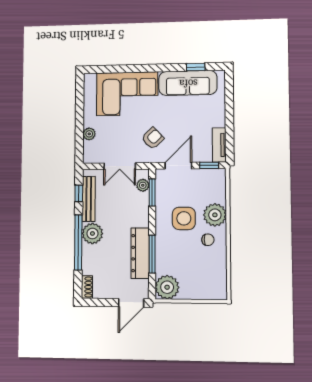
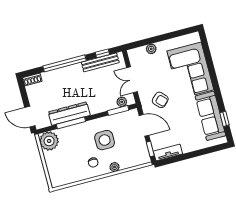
plant: (215, 215) -> (115, 167), width x0.53, depth x0.53
plant: (92, 233) -> (74, 73), removed

